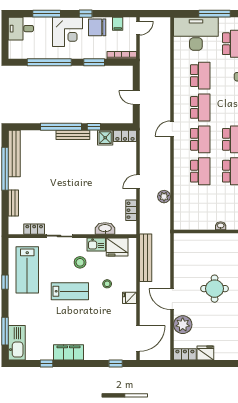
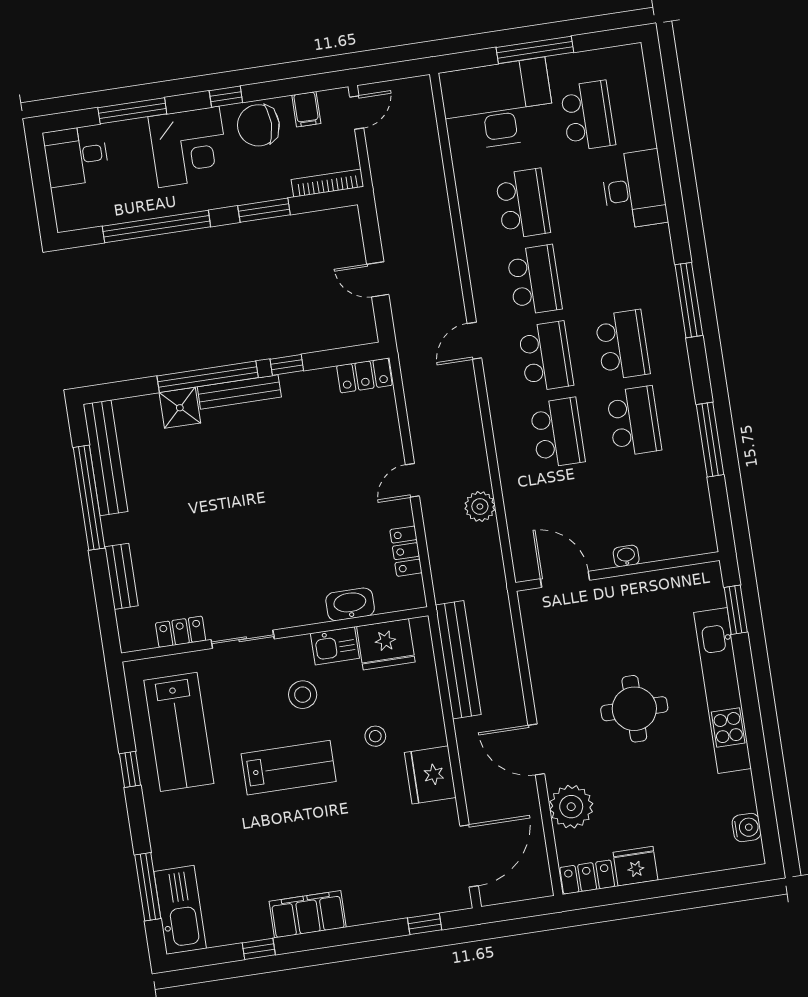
shower: (105, 138) -> (180, 408), moved
door: (194, 232) -> (565, 579), added
fridge: (129, 298) -> (430, 775), width x1.88, depth x1.34

